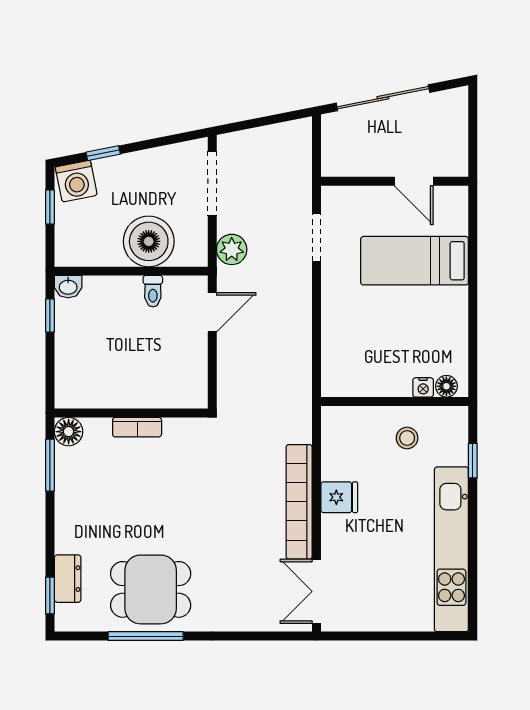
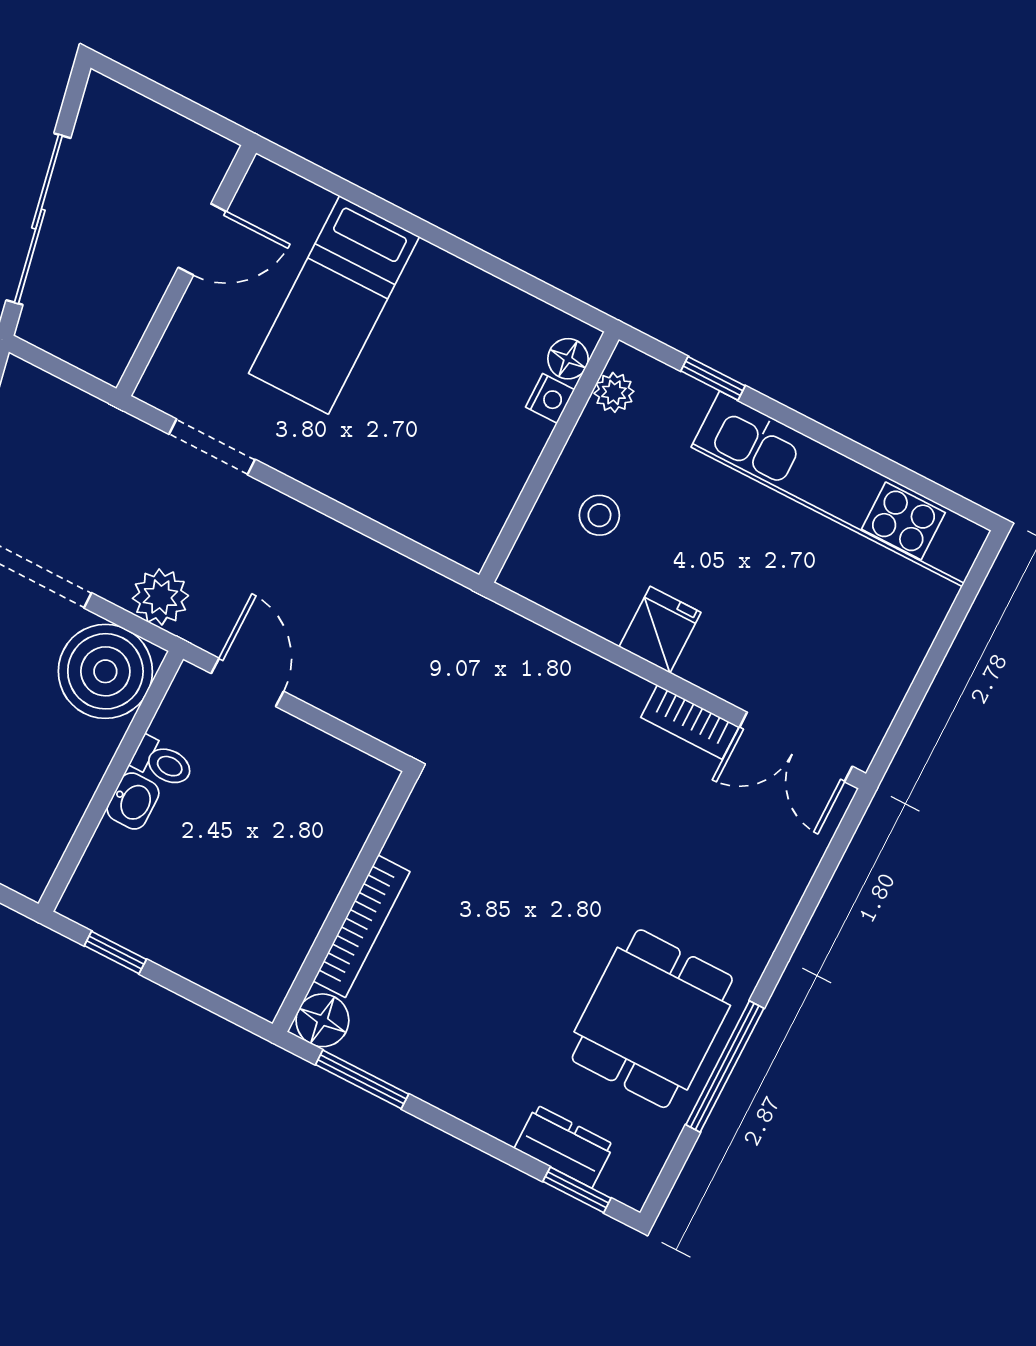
boiler: (149, 241) -> (105, 671), moved
washbasin: (68, 287) -> (133, 801), moved
plant: (442, 417) -> (614, 392), added
bookcase: (137, 427) -> (362, 926), width x1.56
stool: (407, 438) -> (599, 515), moved
bookcase: (299, 502) -> (690, 722), width x0.43, depth x0.76

